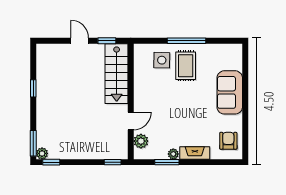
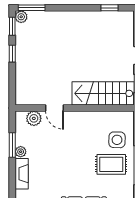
window: (33, 88) -> (109, 8), moved
window: (113, 162) -> (12, 54), moved

